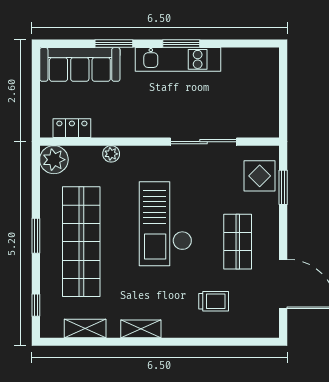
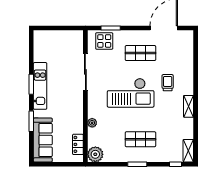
shop shelf: (81, 242) -> (140, 139), width x0.50, depth x0.74
trolley: (214, 301) -> (168, 83), moved
shelving: (85, 329) -> (188, 151), moved

